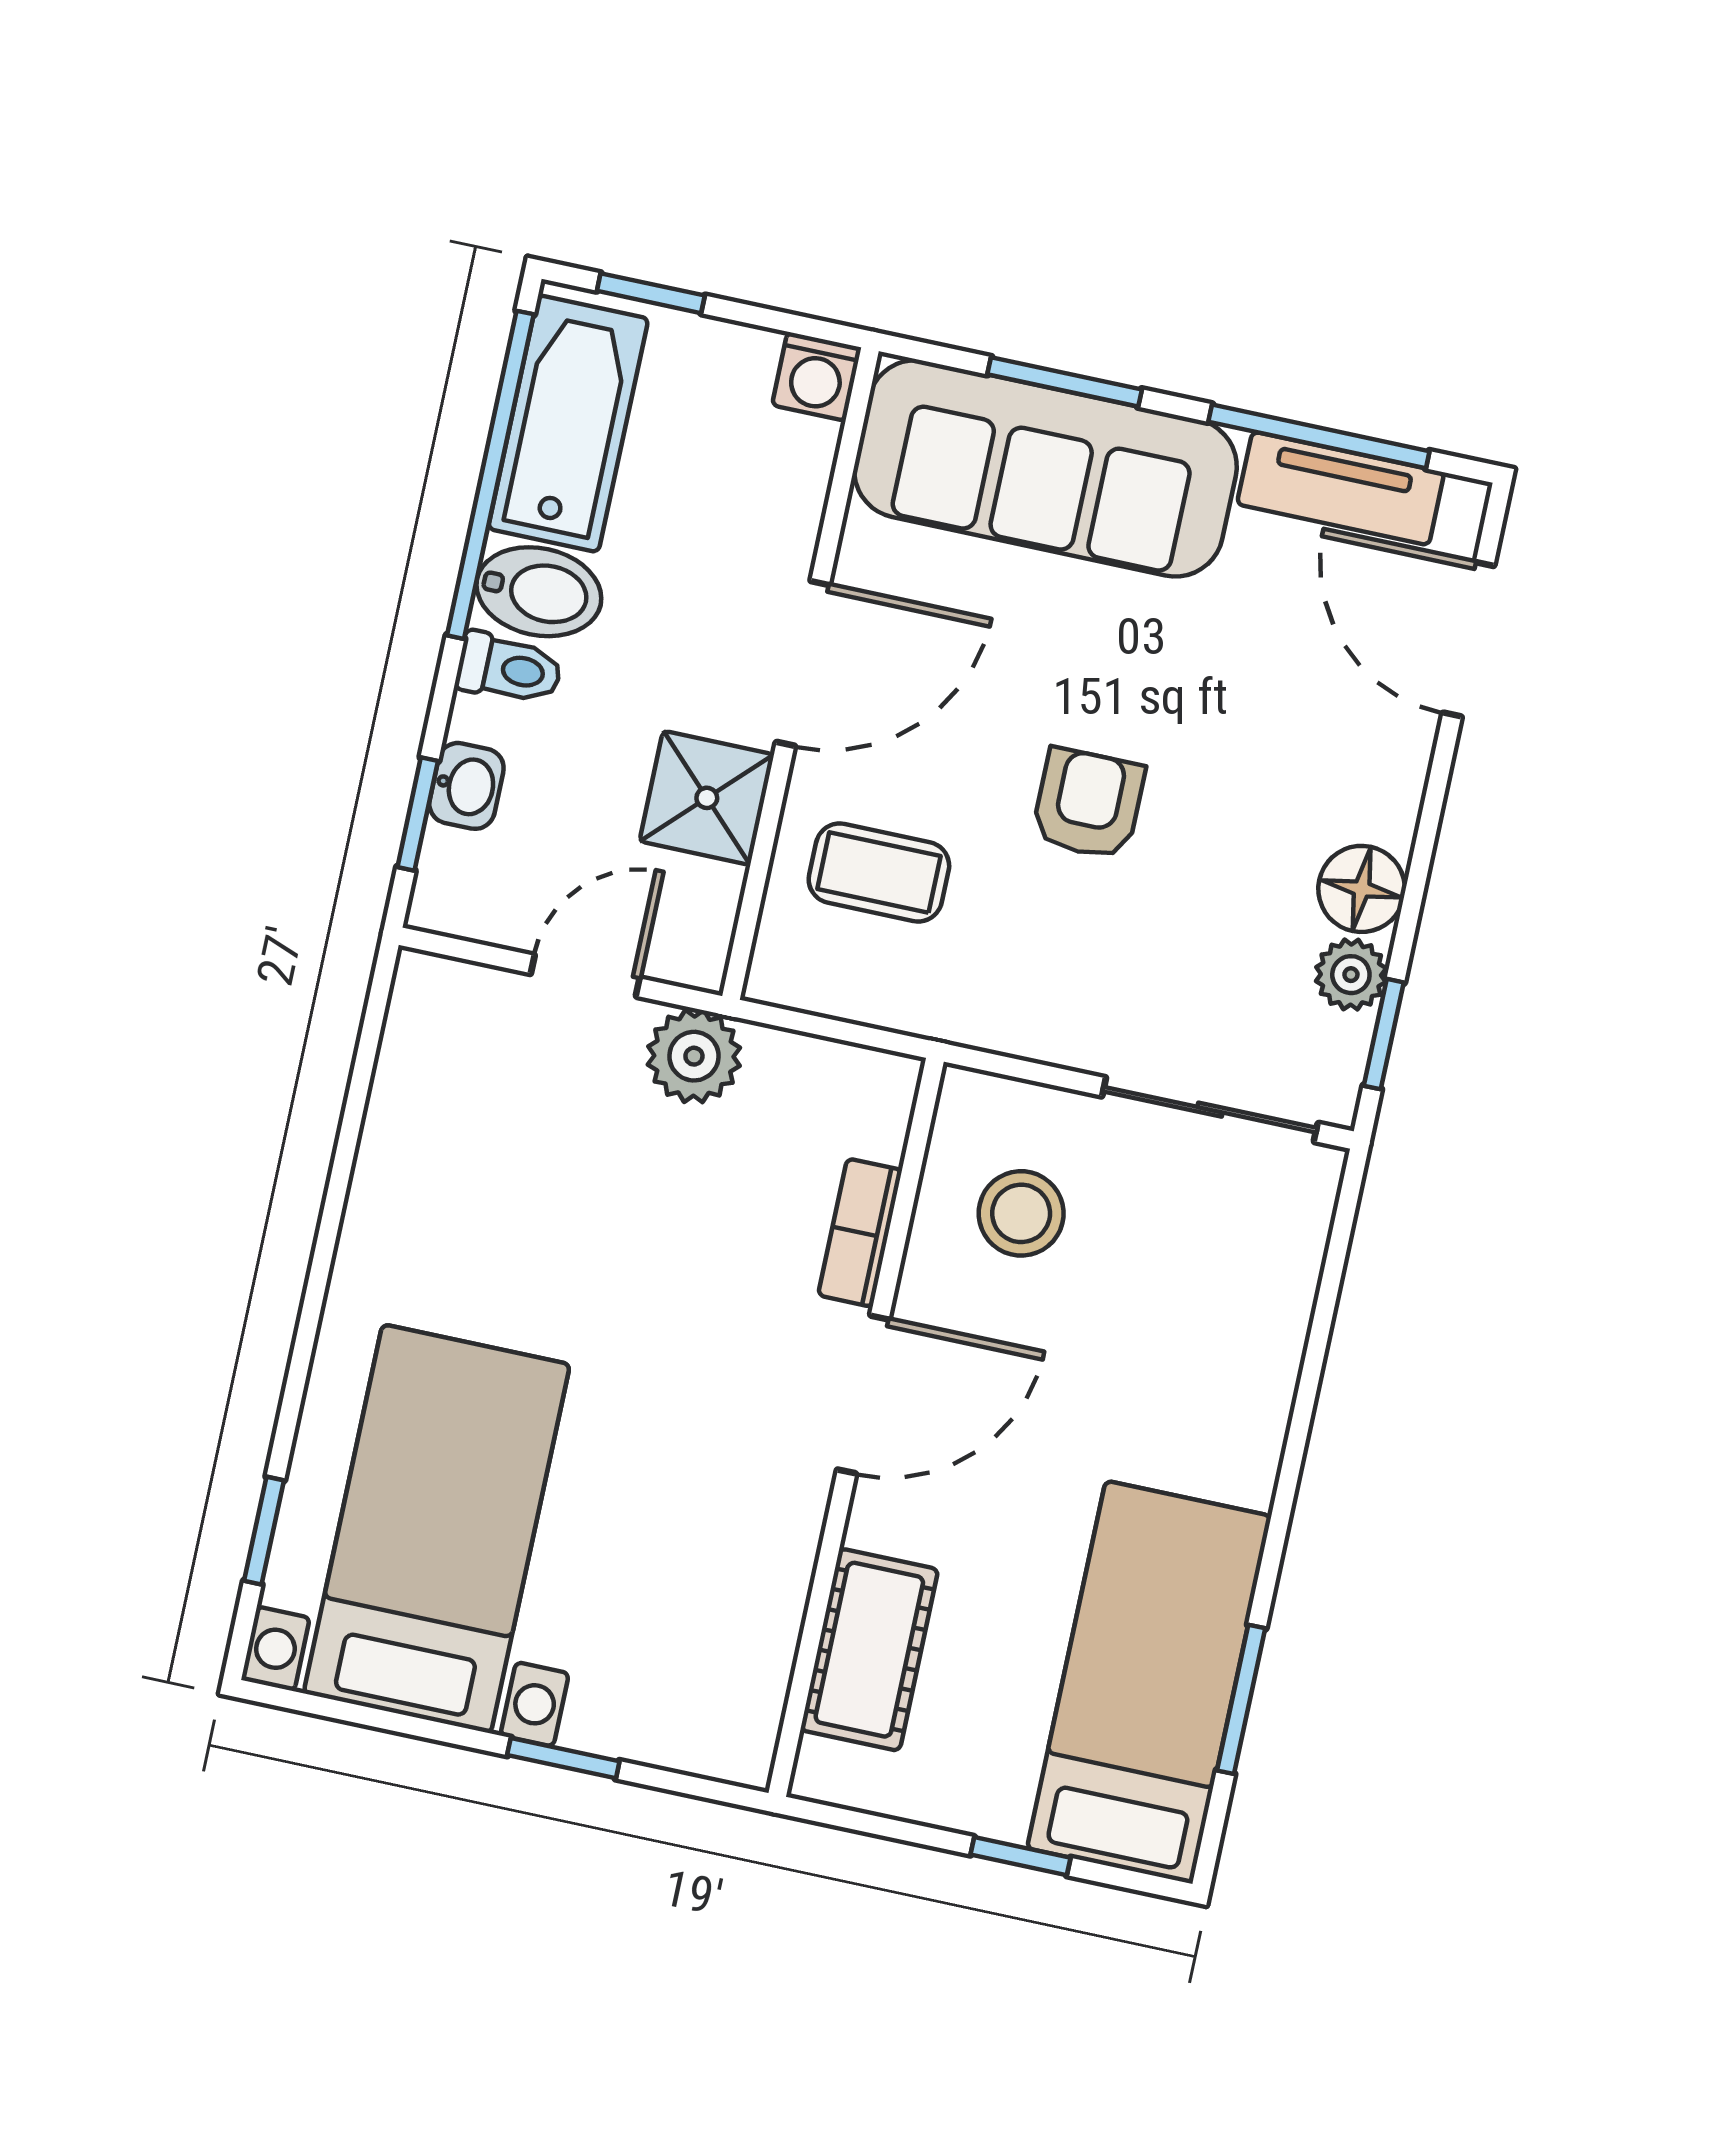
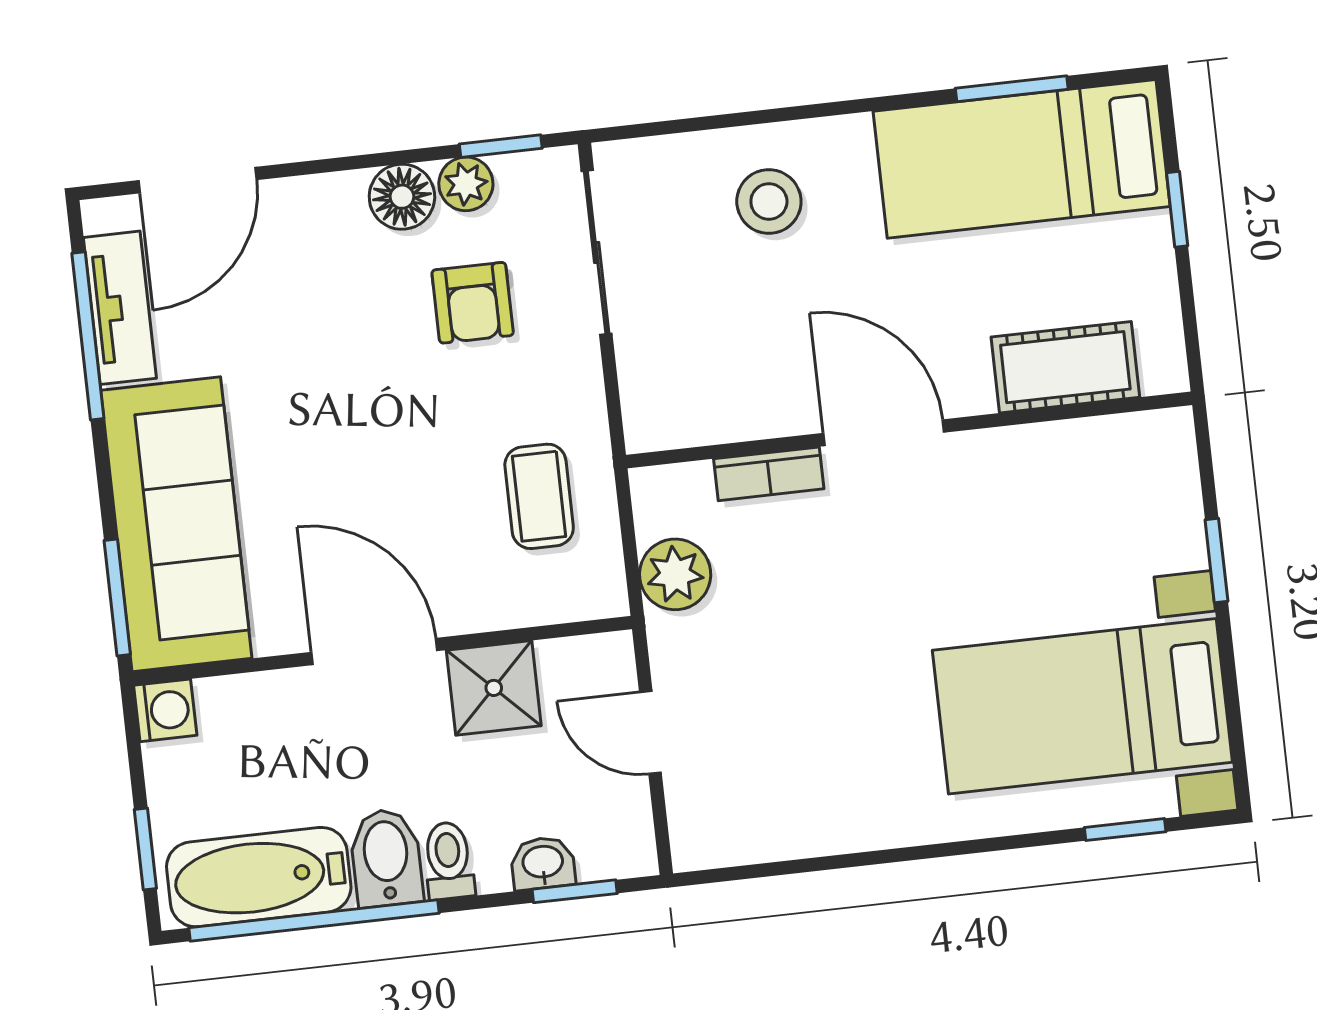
window: (1065, 382) -> (117, 598), moved
armchair: (1088, 804) -> (473, 303), moved, turned -90
coffee table: (879, 872) -> (539, 496), moved
plant: (694, 1056) -> (675, 574), moved
stool: (1021, 1213) -> (769, 202), moved

